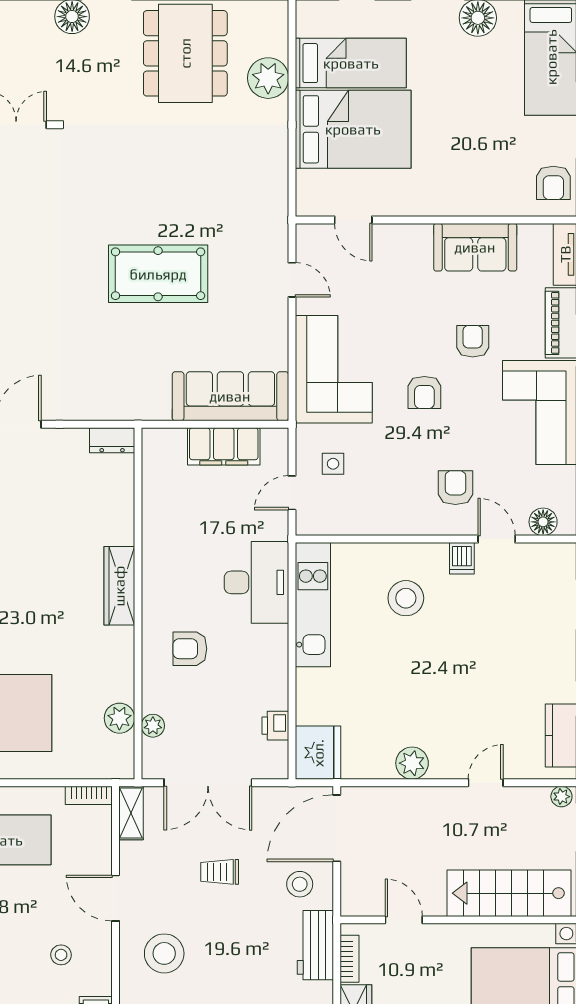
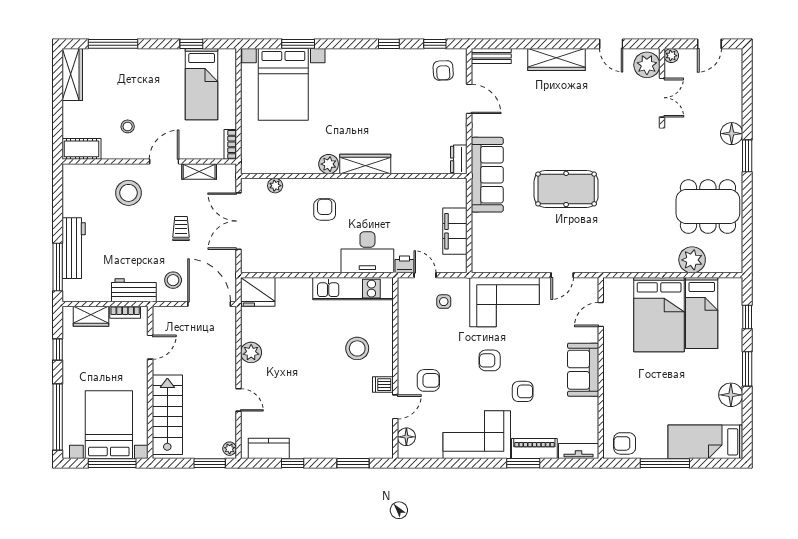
sofa: (475, 247) -> (583, 370), moved
pool table: (158, 274) -> (566, 189), turned 90
sofa: (230, 396) -> (487, 175), moved
plant: (119, 718) -> (329, 164), moved
printer: (275, 726) -> (405, 264), moved
shelving: (131, 813) -> (199, 172), moved

